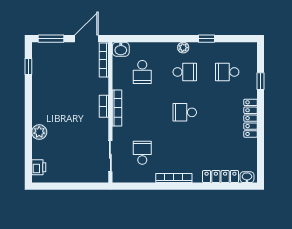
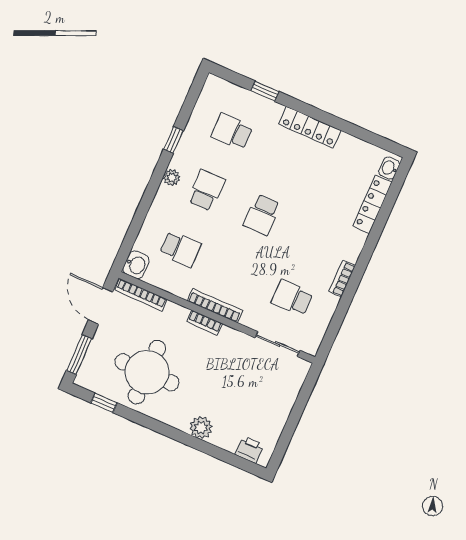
school desk: (227, 72) -> (232, 132), turned 90
round table: (58, 84) -> (147, 372), added
bookcase: (174, 178) -> (342, 279), width x0.64

